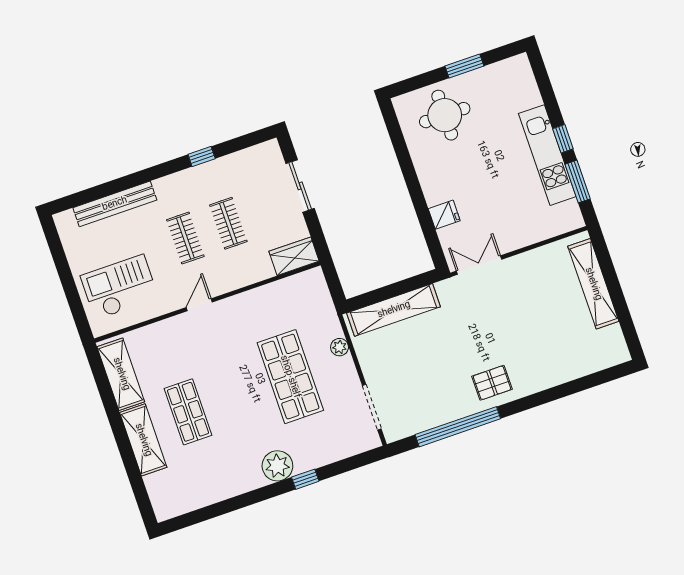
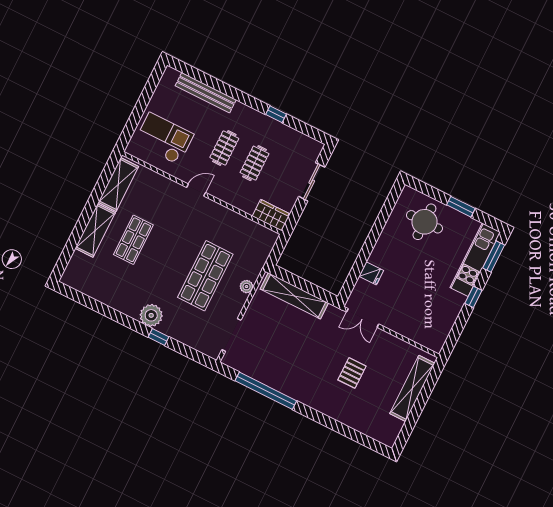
kitchen unit: (547, 155) -> (475, 260), moved
window: (578, 182) -> (494, 256), moved
double door: (479, 265) -> (363, 318), swing flipped
pallet: (492, 383) -> (352, 373), moved, turned 90

